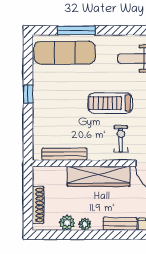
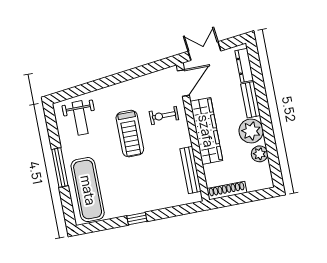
window: (76, 30) -> (60, 167), moved
shoe rack: (38, 205) -> (227, 191), moved
plant: (85, 224) -> (251, 131), width x1.87, depth x1.87

